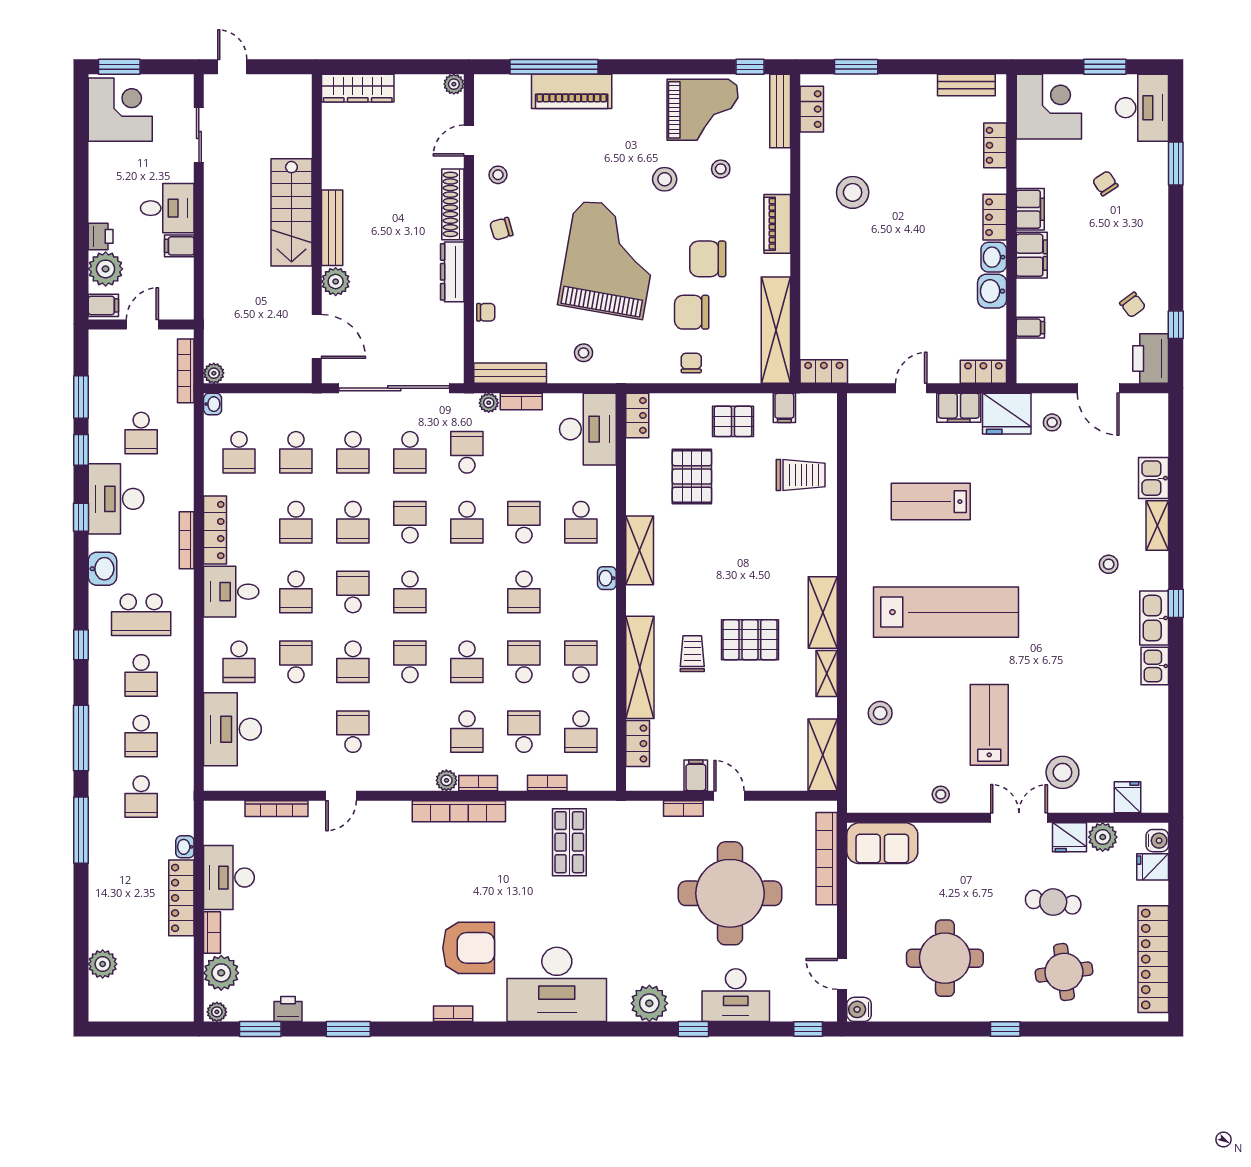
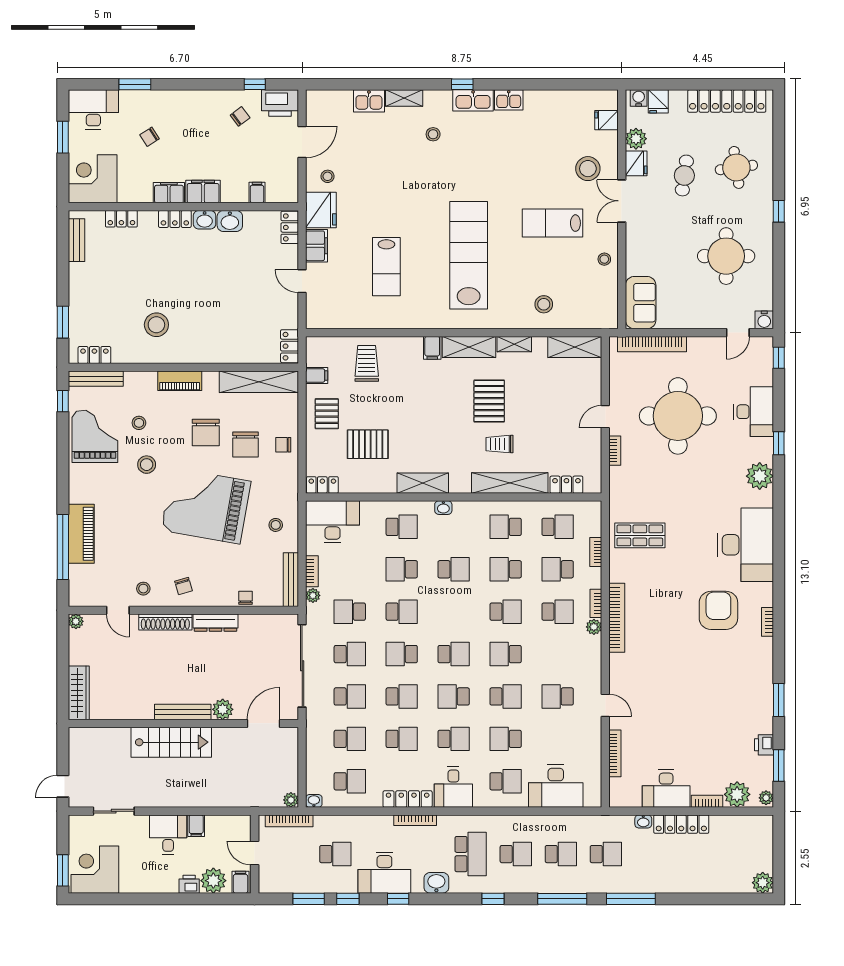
filing cabinet: (696, 775) -> (432, 348), moved, turned -90
plant: (103, 964) -> (763, 883), moved

